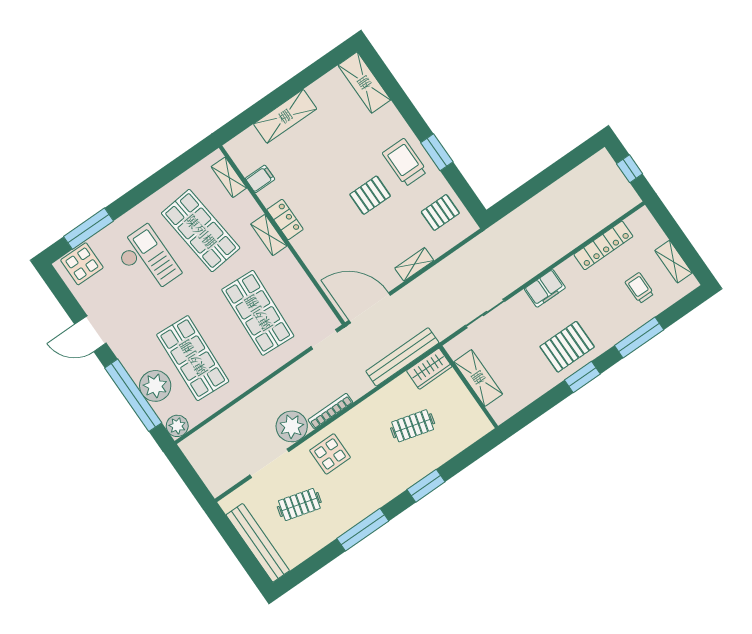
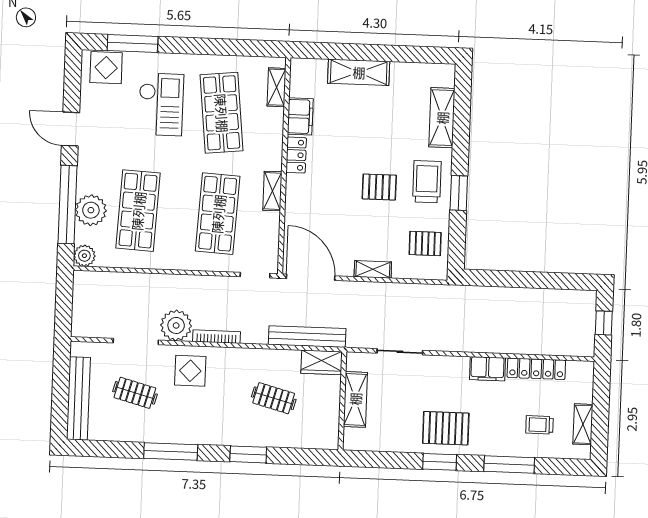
shelving: (364, 83) -> (442, 118), moved
filing cabinet: (260, 179) -> (300, 116), width x2.00
shelving: (269, 235) -> (272, 191), moved
filing cabinet: (545, 288) -> (487, 369), moved
trolley: (639, 288) -> (539, 425), turned -90

